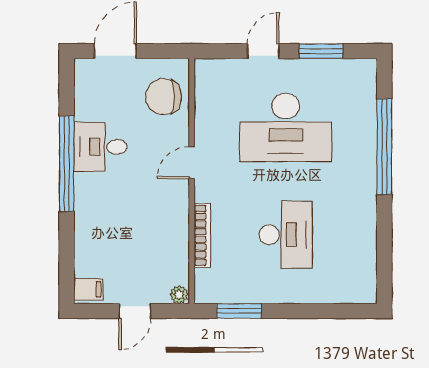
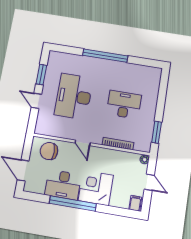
chair: (164, 97) -> (49, 151), turned 90
desk: (286, 127) -> (74, 96), turned 180
desk: (100, 147) -> (63, 185), width x1.37
window: (384, 147) -> (105, 56), moved
corner desk: (105, 205) -> (96, 188), added

